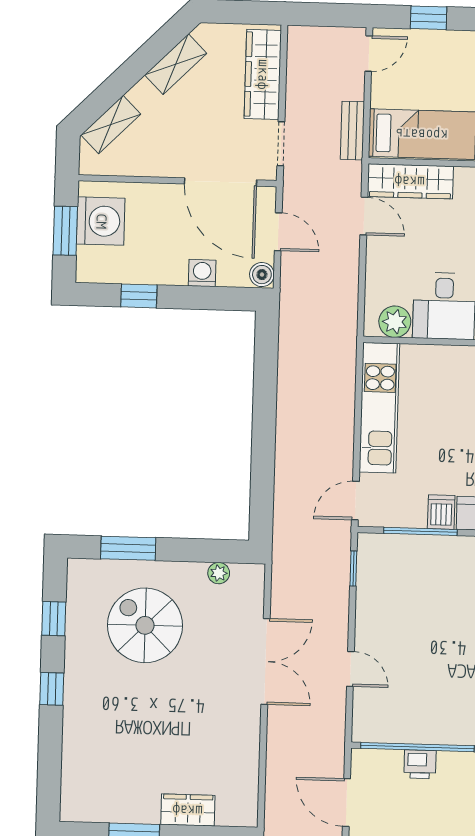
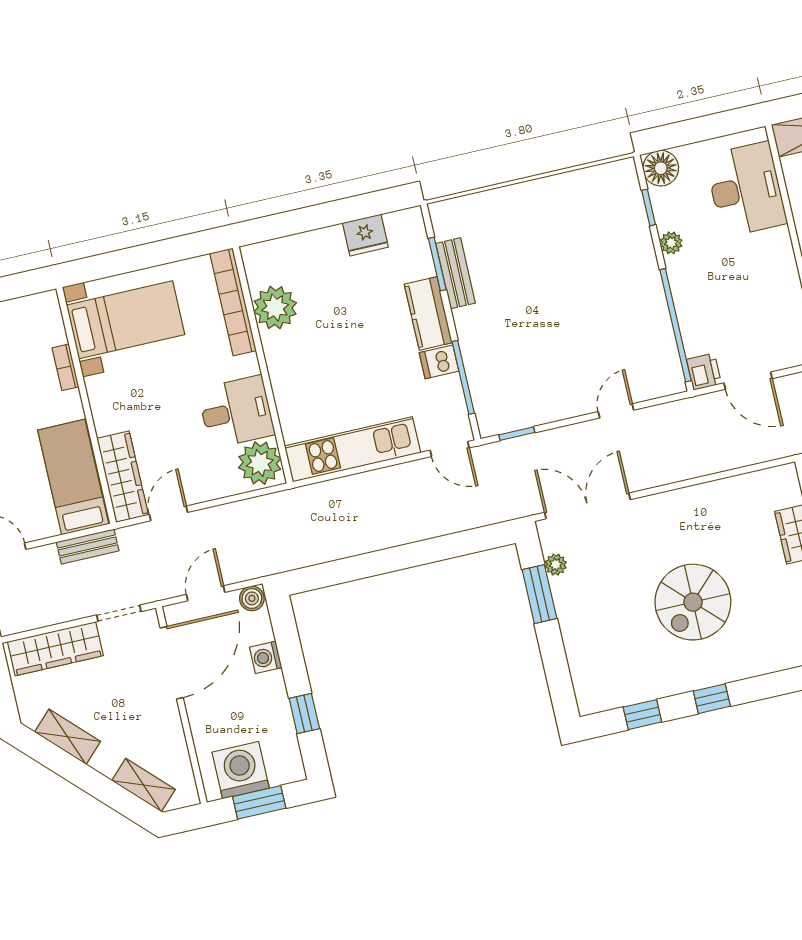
plant: (395, 322) -> (260, 463), width x1.36, depth x1.36
window: (128, 548) -> (539, 594), moved
spiral stairs: (145, 625) -> (693, 602), moved
double door: (265, 661) -> (587, 506), moved
printer: (420, 764) -> (704, 372), moved
door: (346, 803) -> (748, 381), hinge flipped

